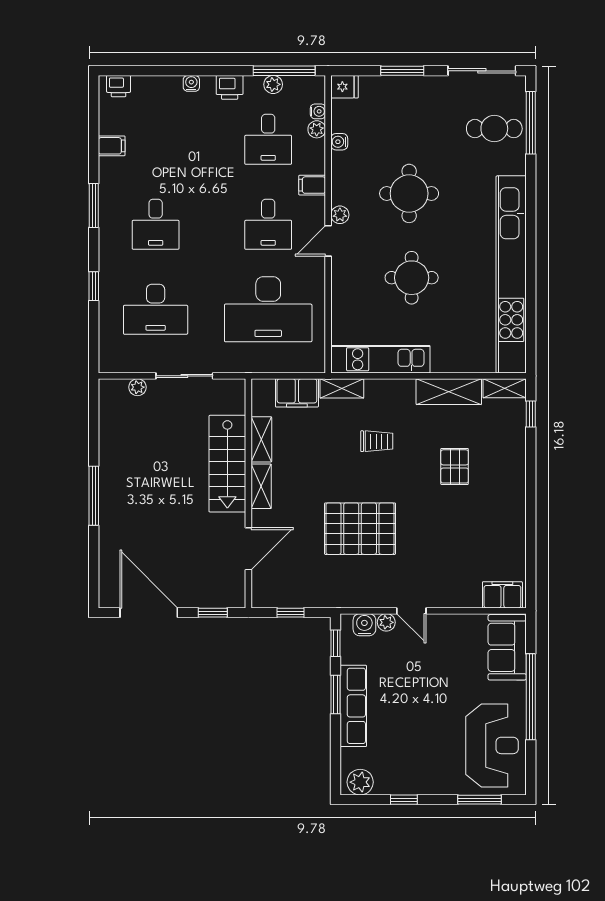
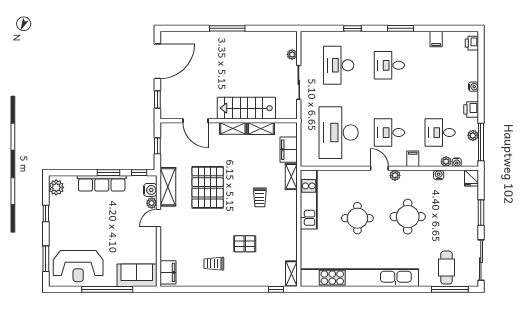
shelving: (449, 392) -> (168, 187), moved
trolley: (488, 518) -> (214, 264), added

